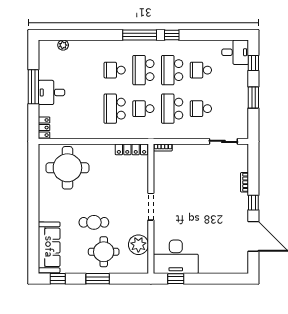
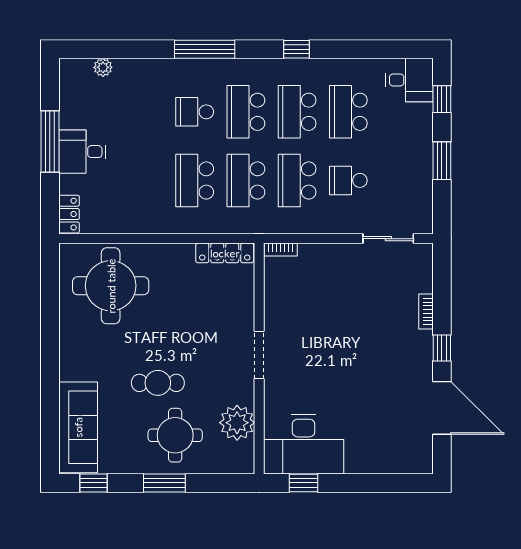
window: (140, 35) -> (205, 49), moved
school desk: (201, 70) -> (348, 112), width x1.85
school desk: (143, 109) -> (246, 180), width x1.85

